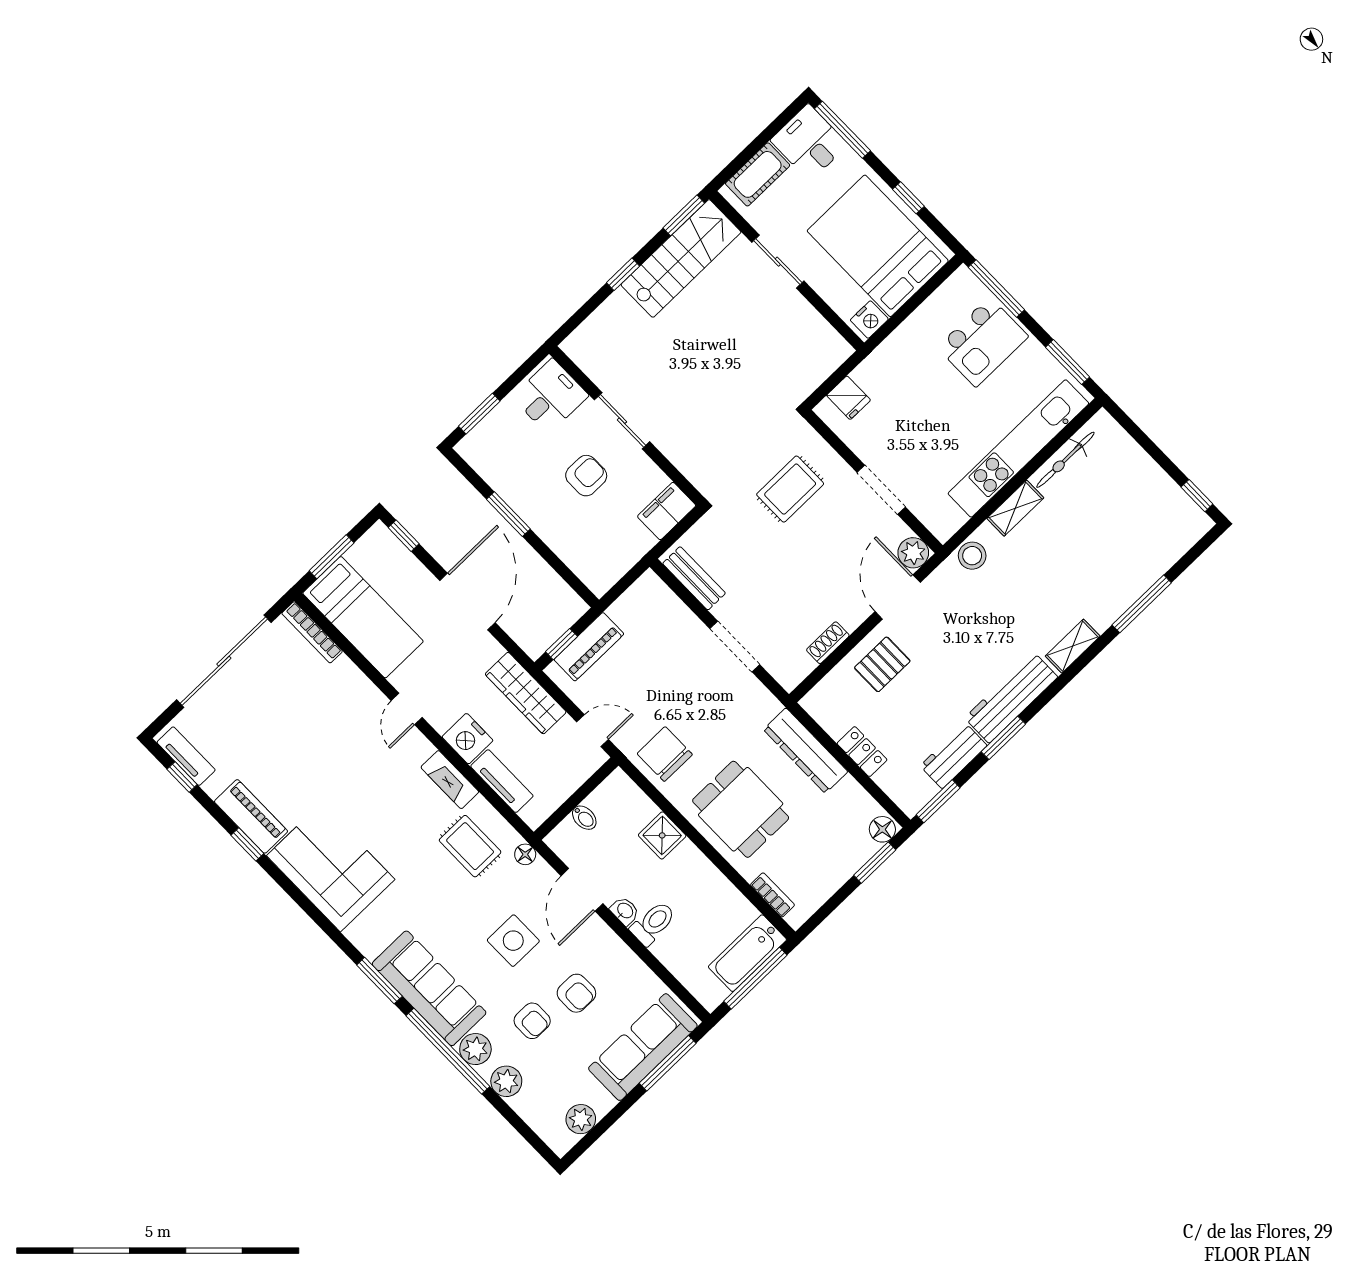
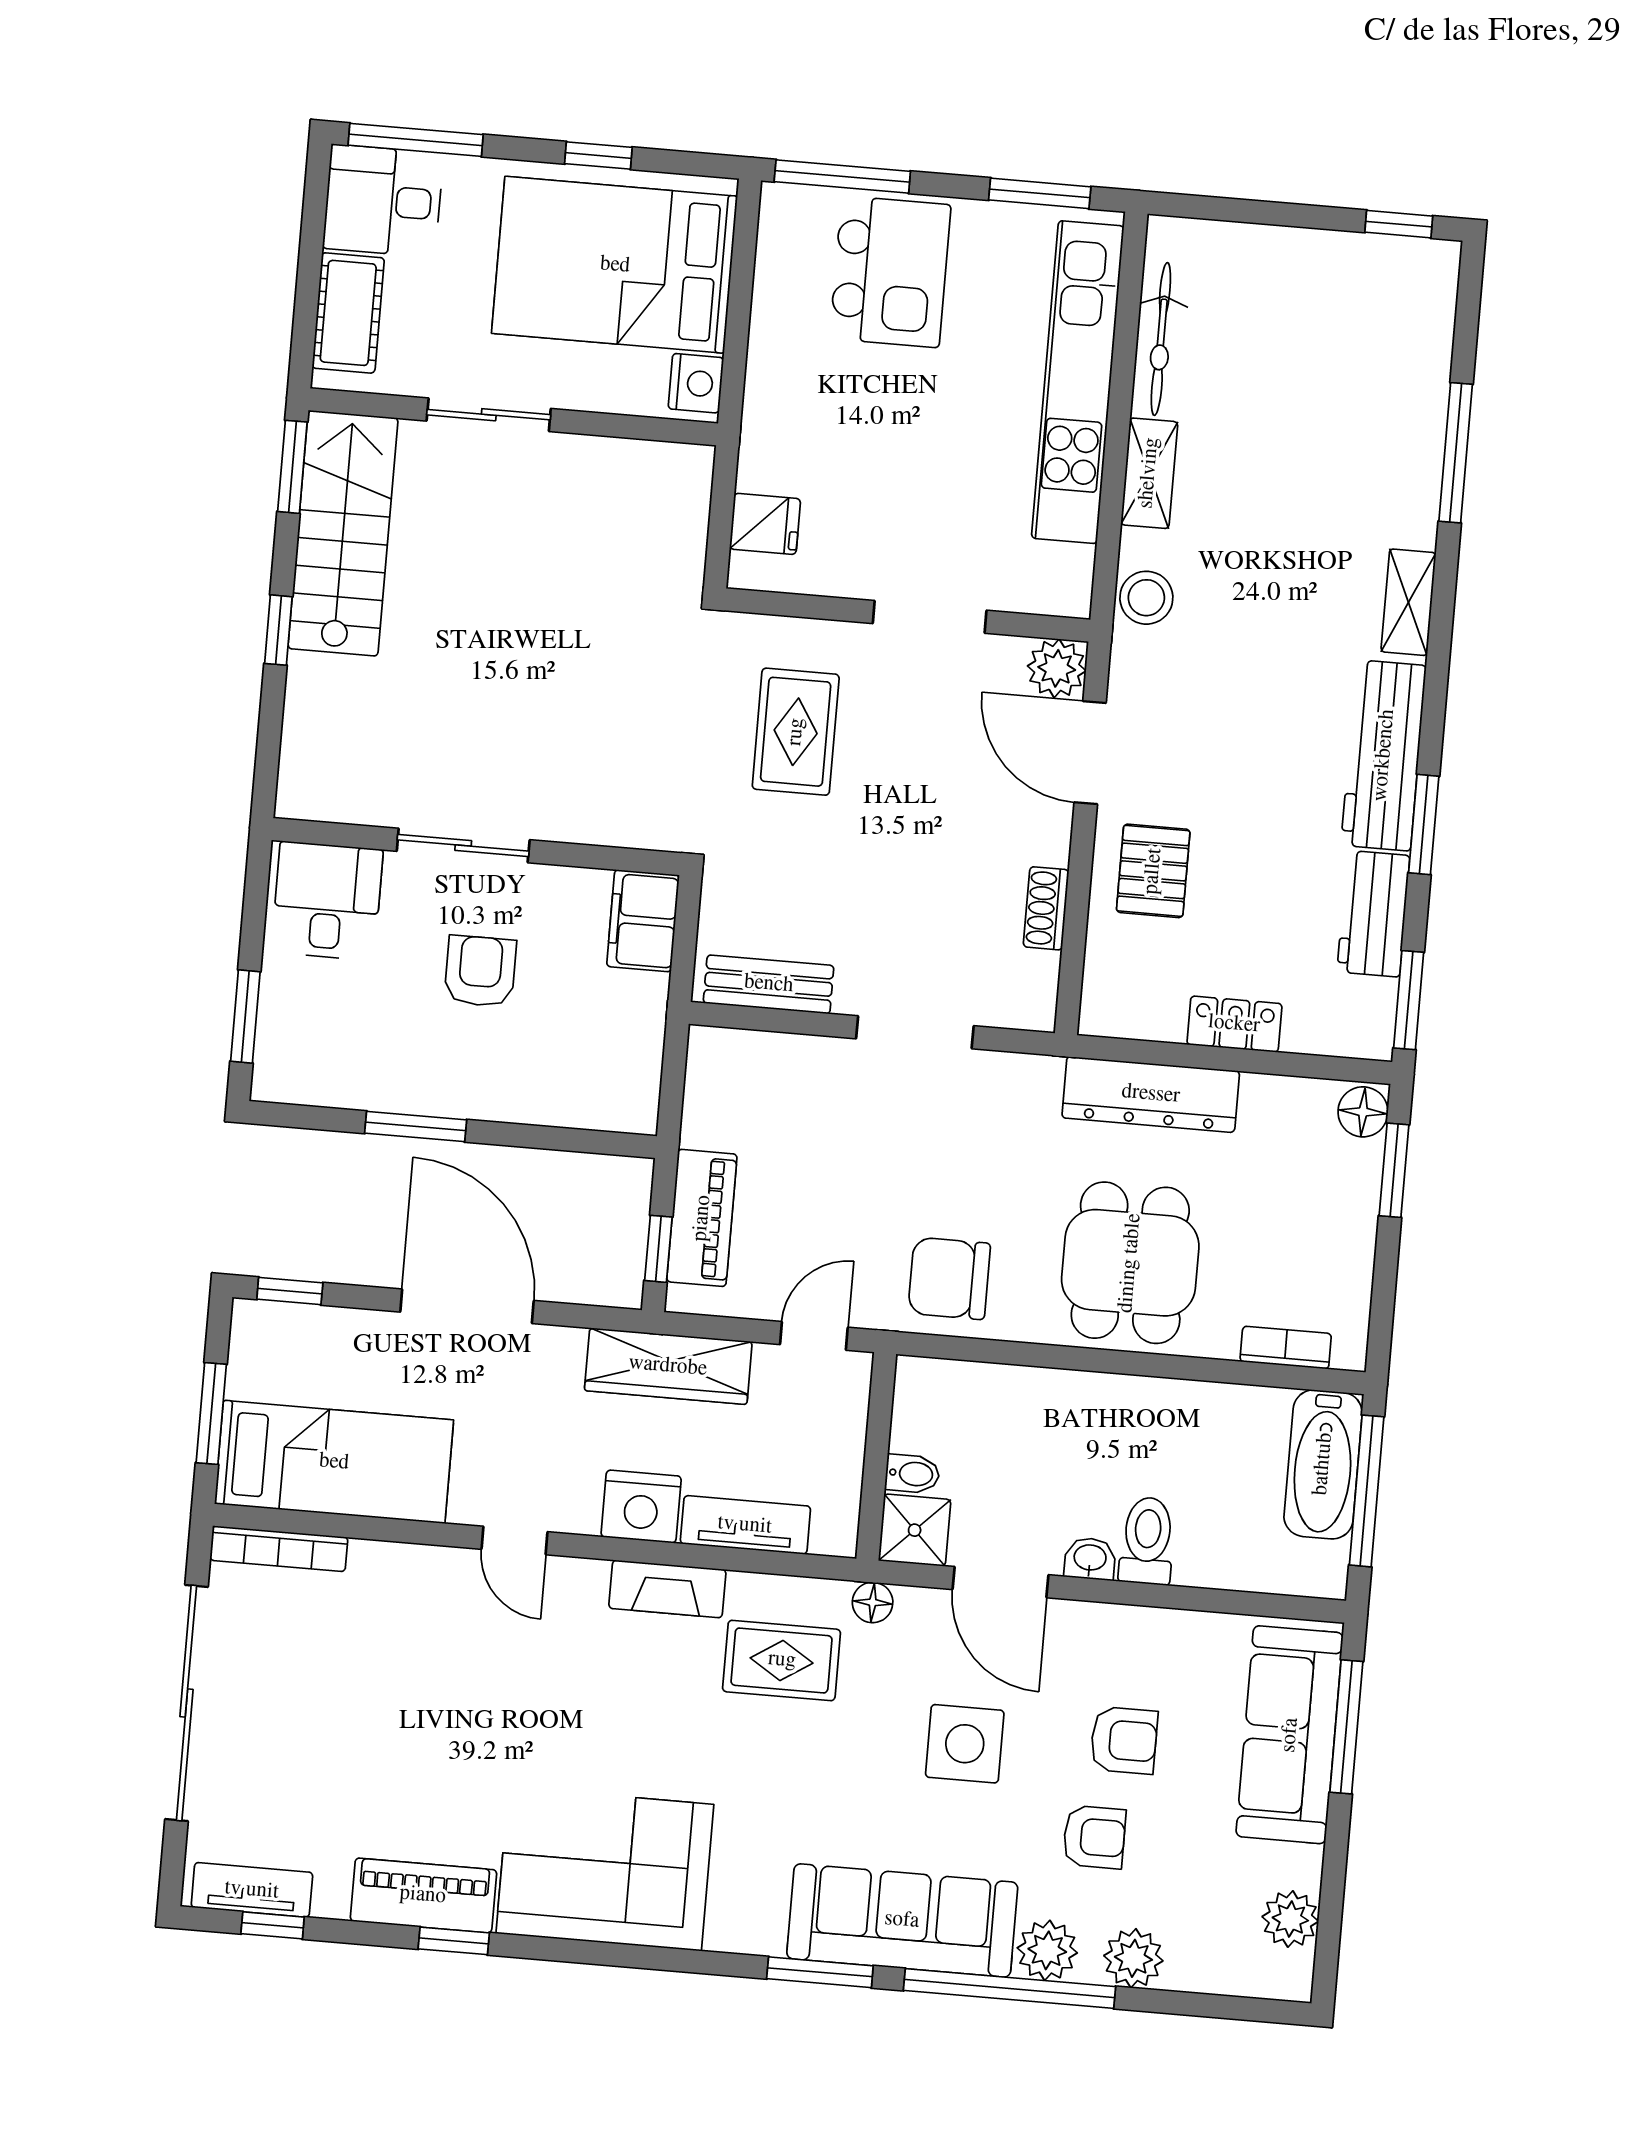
dining table: (741, 809) -> (1130, 1263), turned 90
shower: (662, 835) -> (915, 1530), moved

